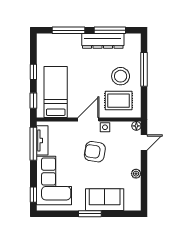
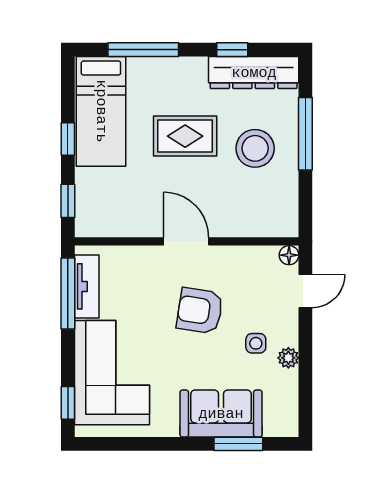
window: (110, 30) -> (232, 50), width x0.46
dresser: (103, 41) -> (254, 73), moved
bed: (56, 92) -> (101, 111), moved, turned 180
rug: (119, 101) -> (185, 136), moved
door: (88, 119) -> (186, 241), hinge flipped
side table: (105, 127) -> (256, 343), moved
window: (90, 214) -> (238, 444), moved

